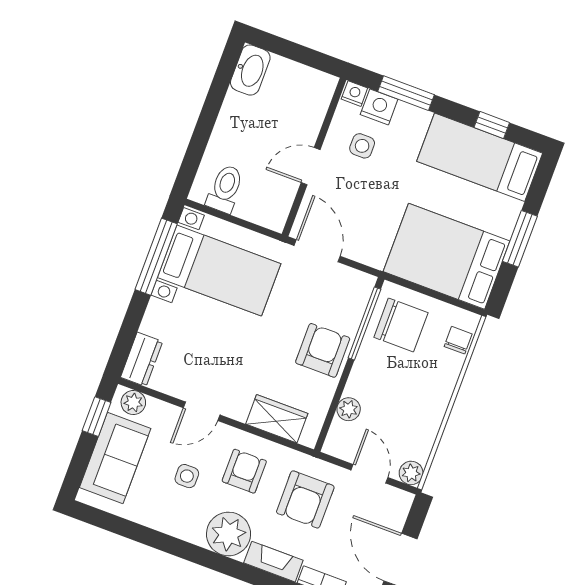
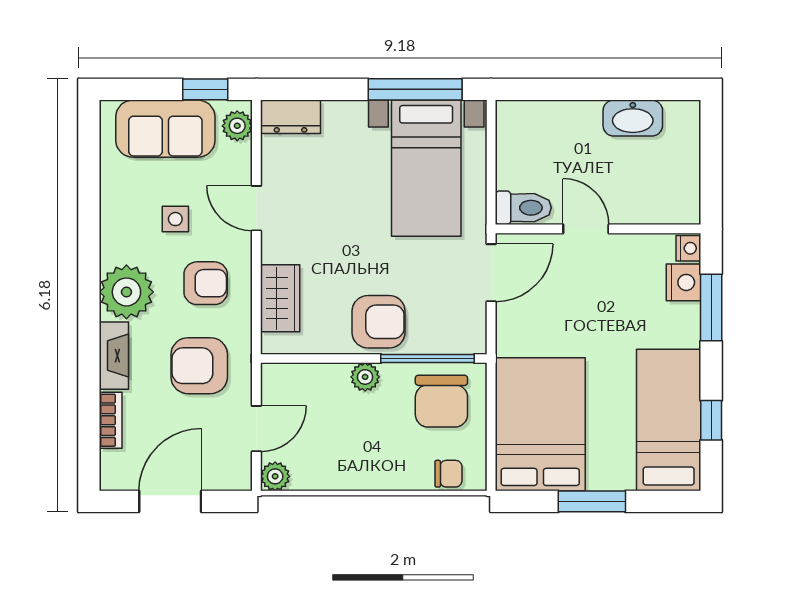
washbasin: (250, 70) -> (633, 118), moved
side table: (362, 146) -> (631, 280), removed
toilet: (225, 189) -> (523, 208), moved
plant: (349, 409) -> (365, 377), moved

